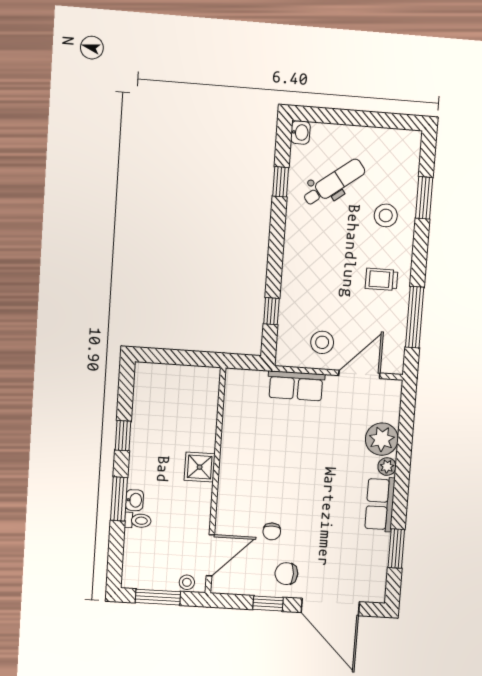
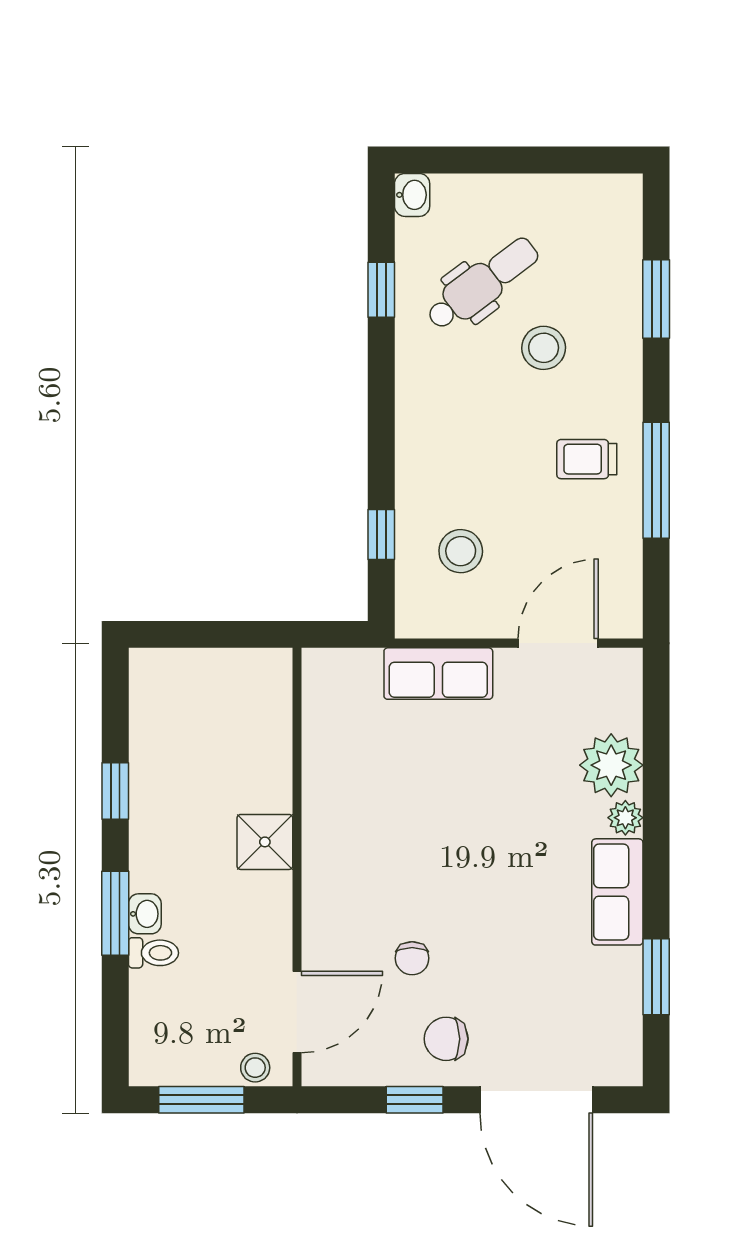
stool: (386, 215) -> (544, 348), moved
window: (415, 317) -> (656, 480), moved
stool: (322, 342) -> (461, 551), moved

